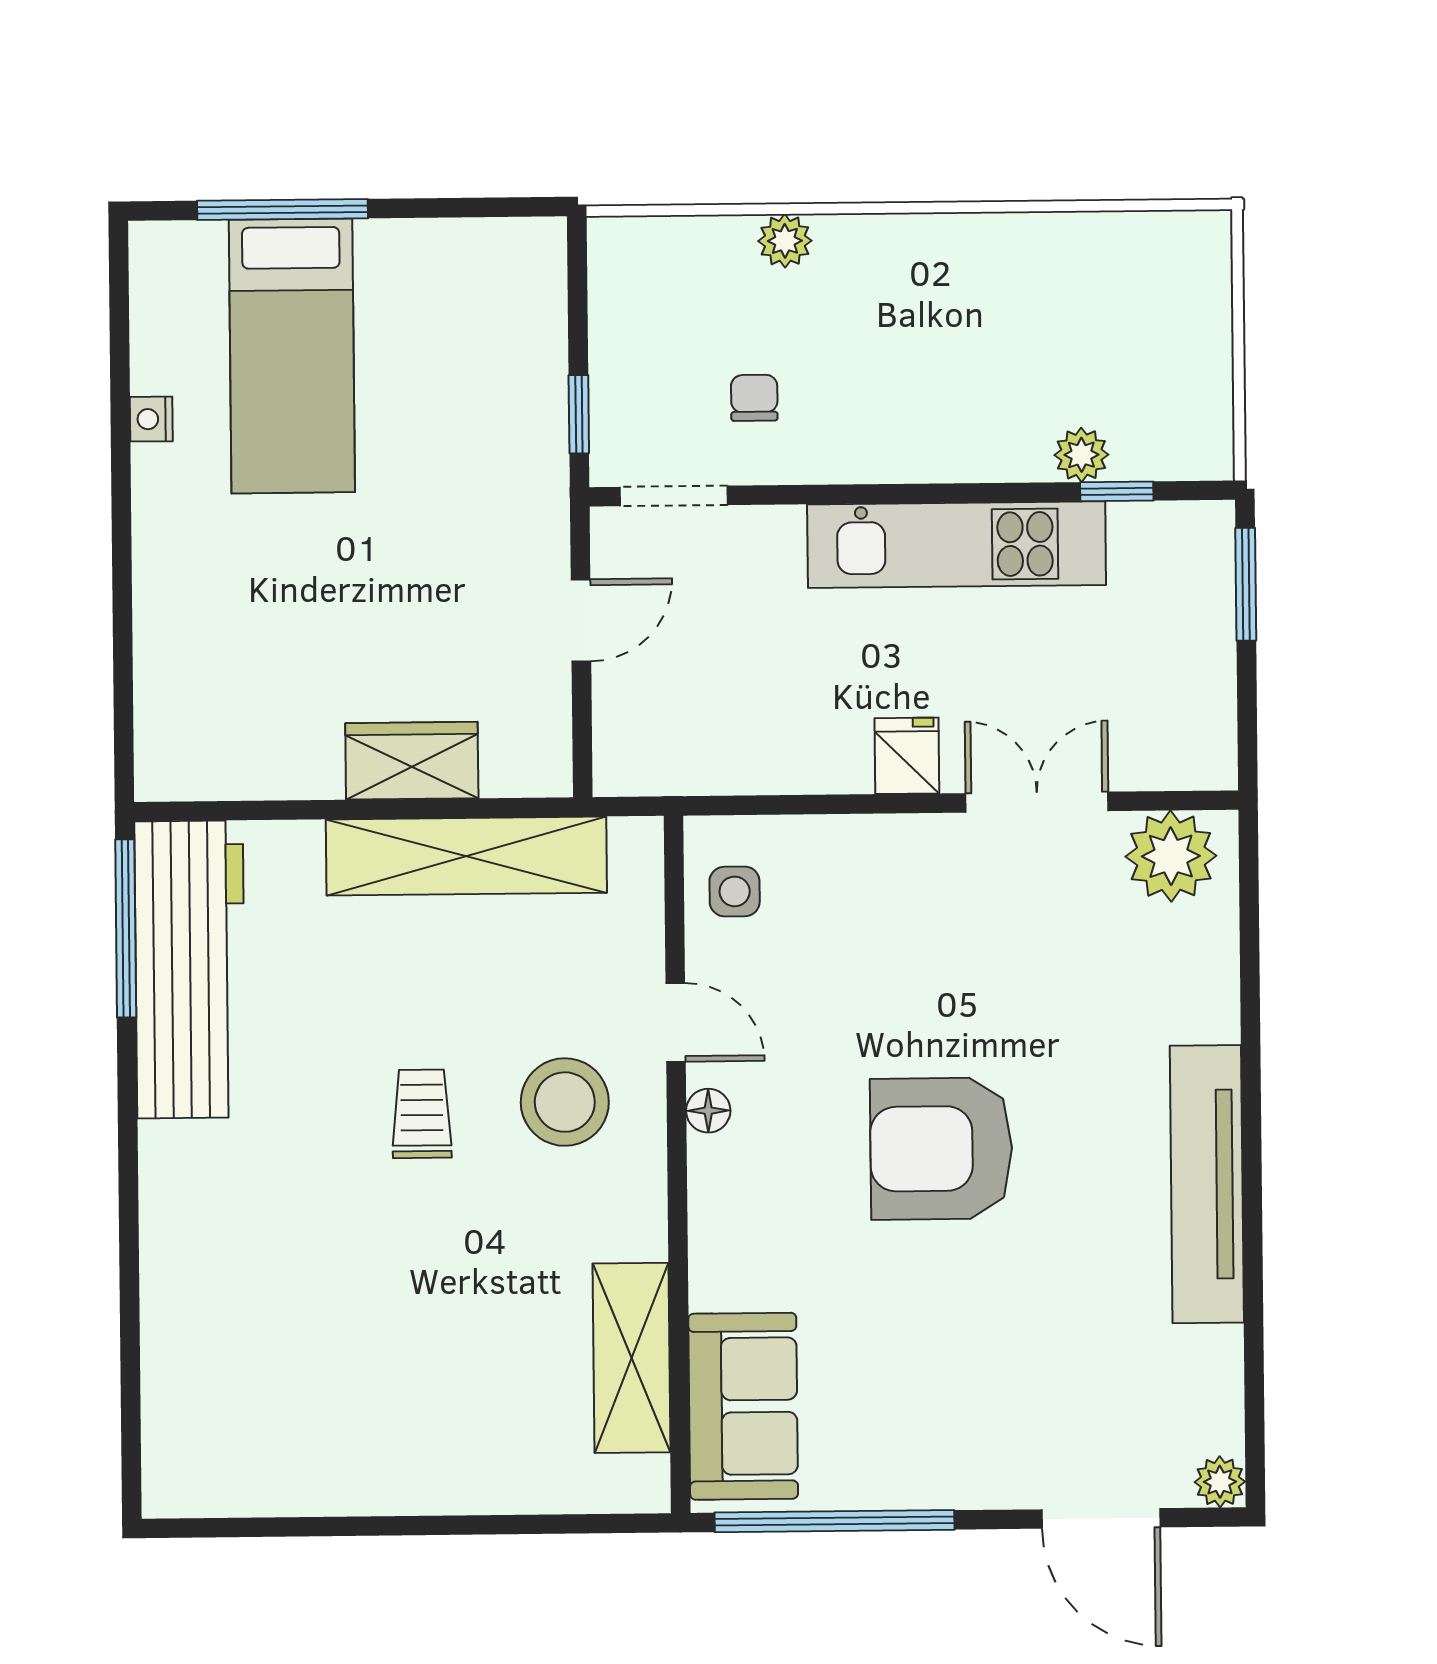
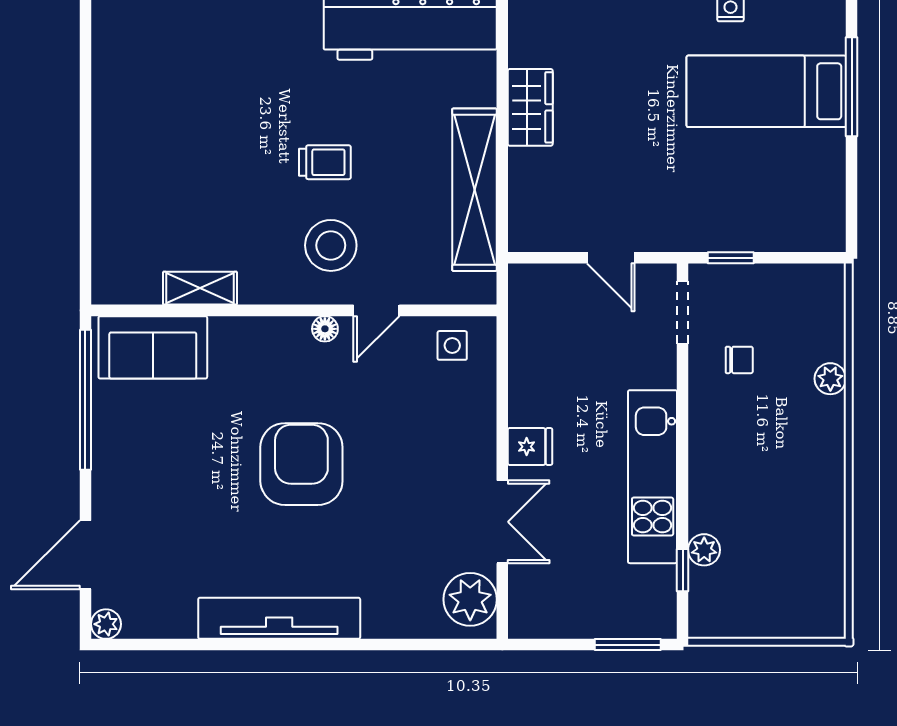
wardrobe: (412, 761) -> (530, 107), moved
shelving: (631, 1358) -> (200, 288), width x0.67, depth x0.75

